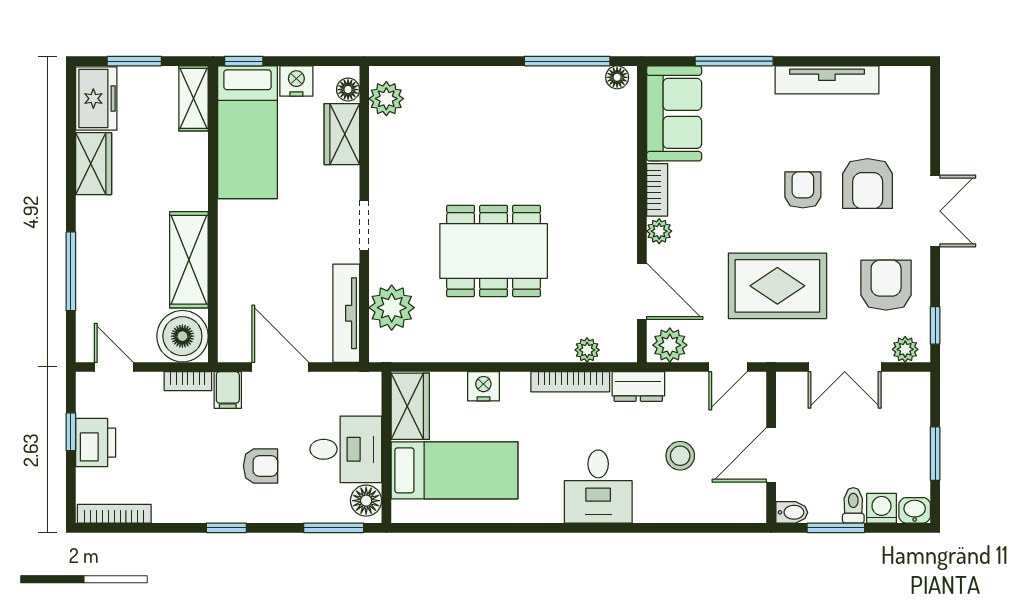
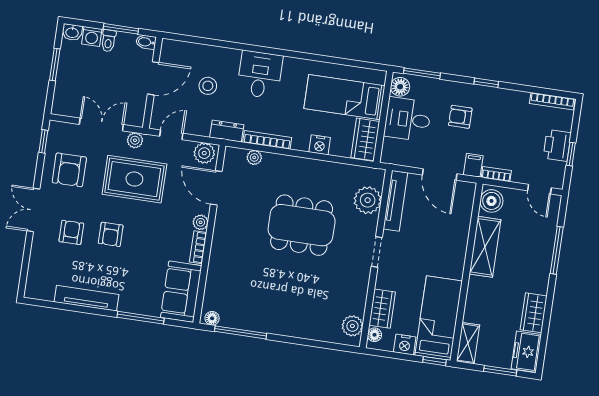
armchair: (868, 184) -> (71, 232), width x0.72, depth x0.72
boiler: (182, 336) -> (491, 201), width x0.73, depth x0.73
plant: (905, 349) -> (135, 140), moved

